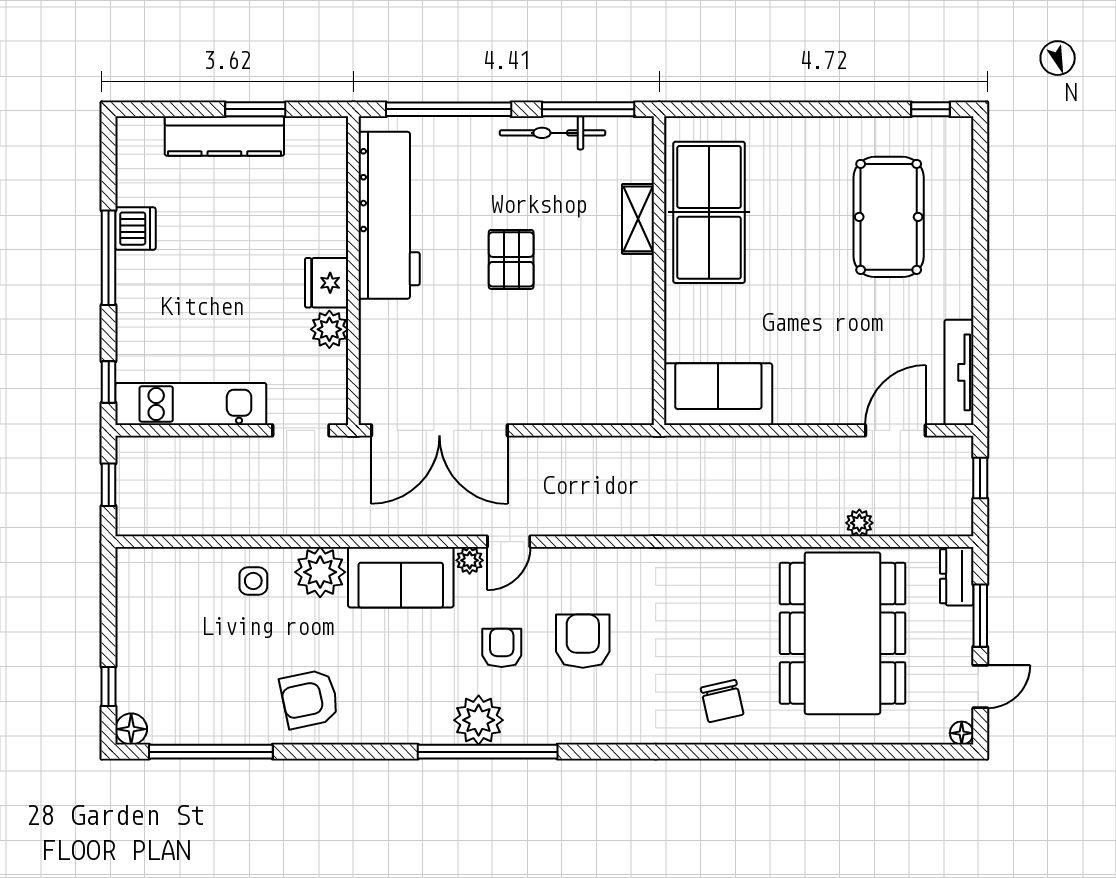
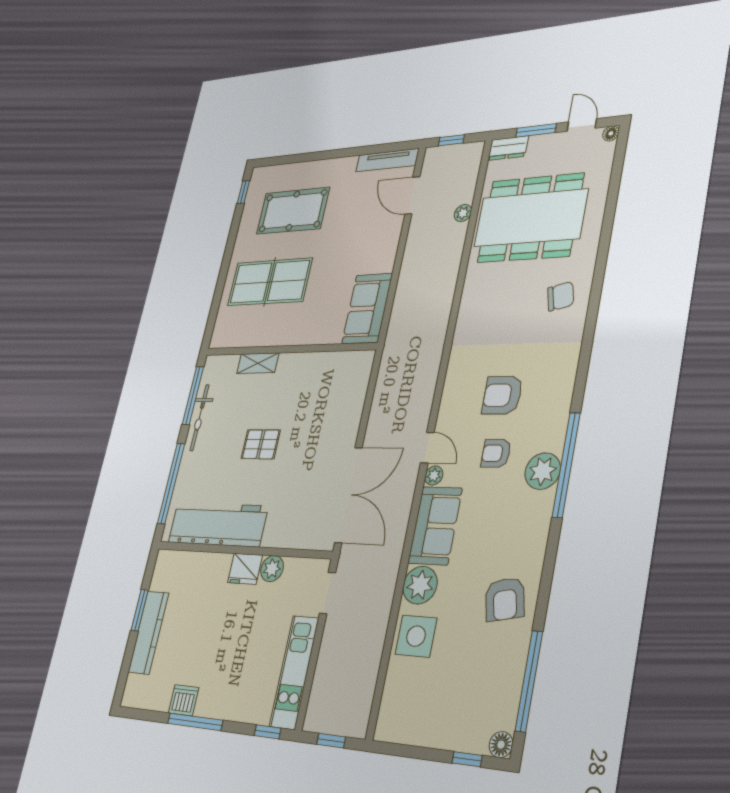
table tennis table: (709, 212) -> (270, 282), moved
side table: (253, 581) -> (416, 636), width x1.87, depth x1.87

